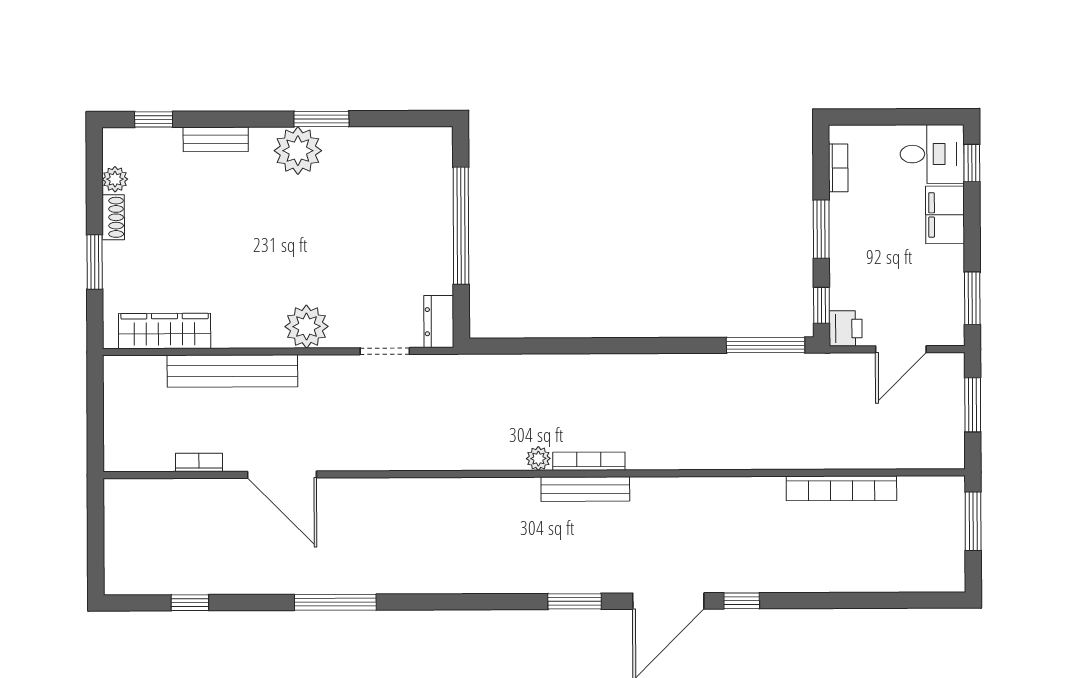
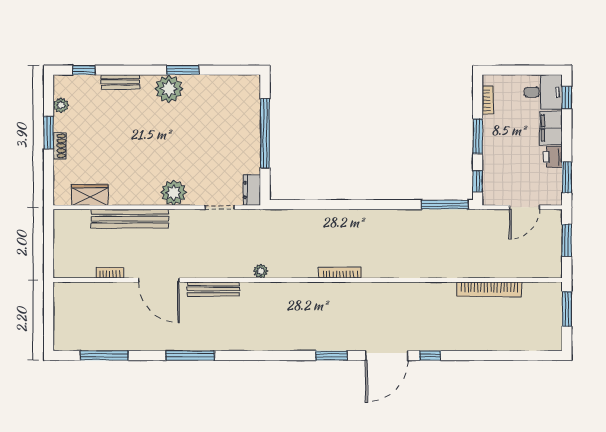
shoe rack: (113, 217) -> (60, 146), moved
window: (95, 262) -> (49, 133), moved
printer: (846, 329) -> (553, 157), moved, turned 180
wardrobe: (165, 331) -> (90, 195), width x0.67
plant: (538, 459) -> (261, 271), moved
bench: (585, 489) -> (213, 289), moved
window: (190, 603) -> (104, 355), width x2.17

